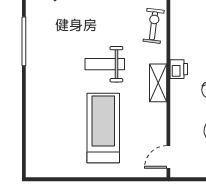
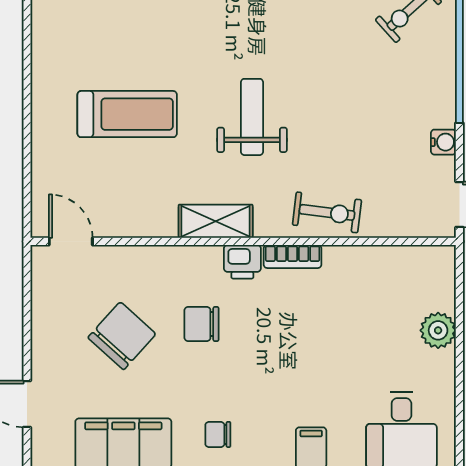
bookcase: (176, 43) -> (293, 256), added
treadmill: (103, 128) -> (127, 114), width x0.73, depth x0.73

